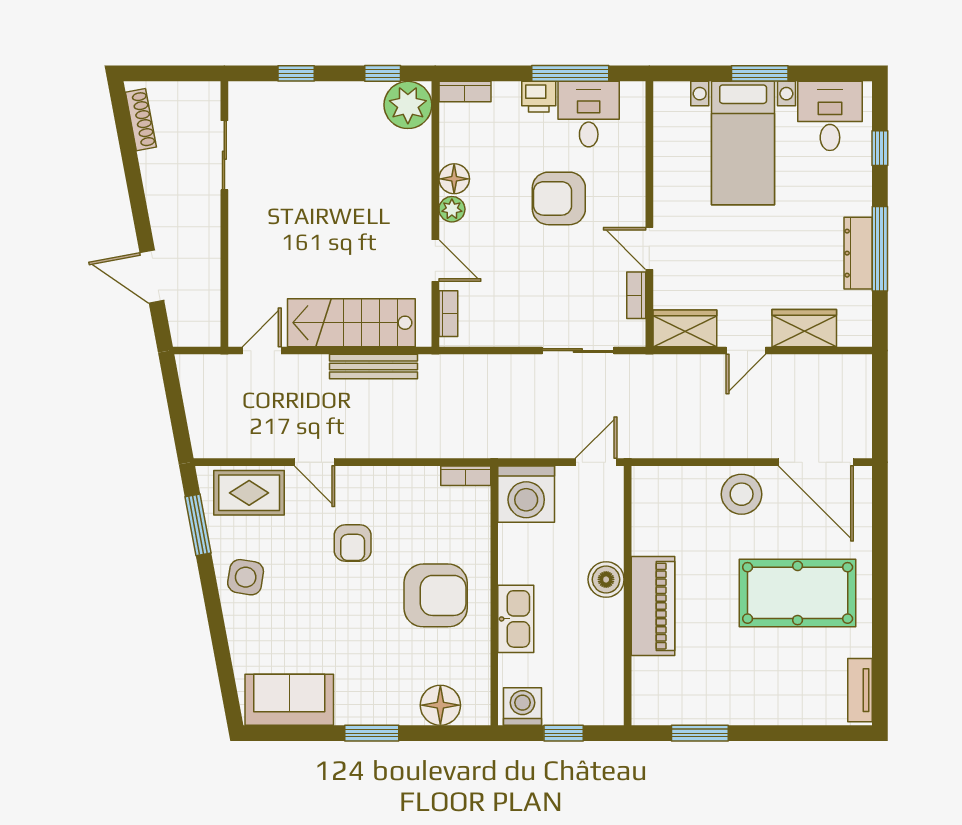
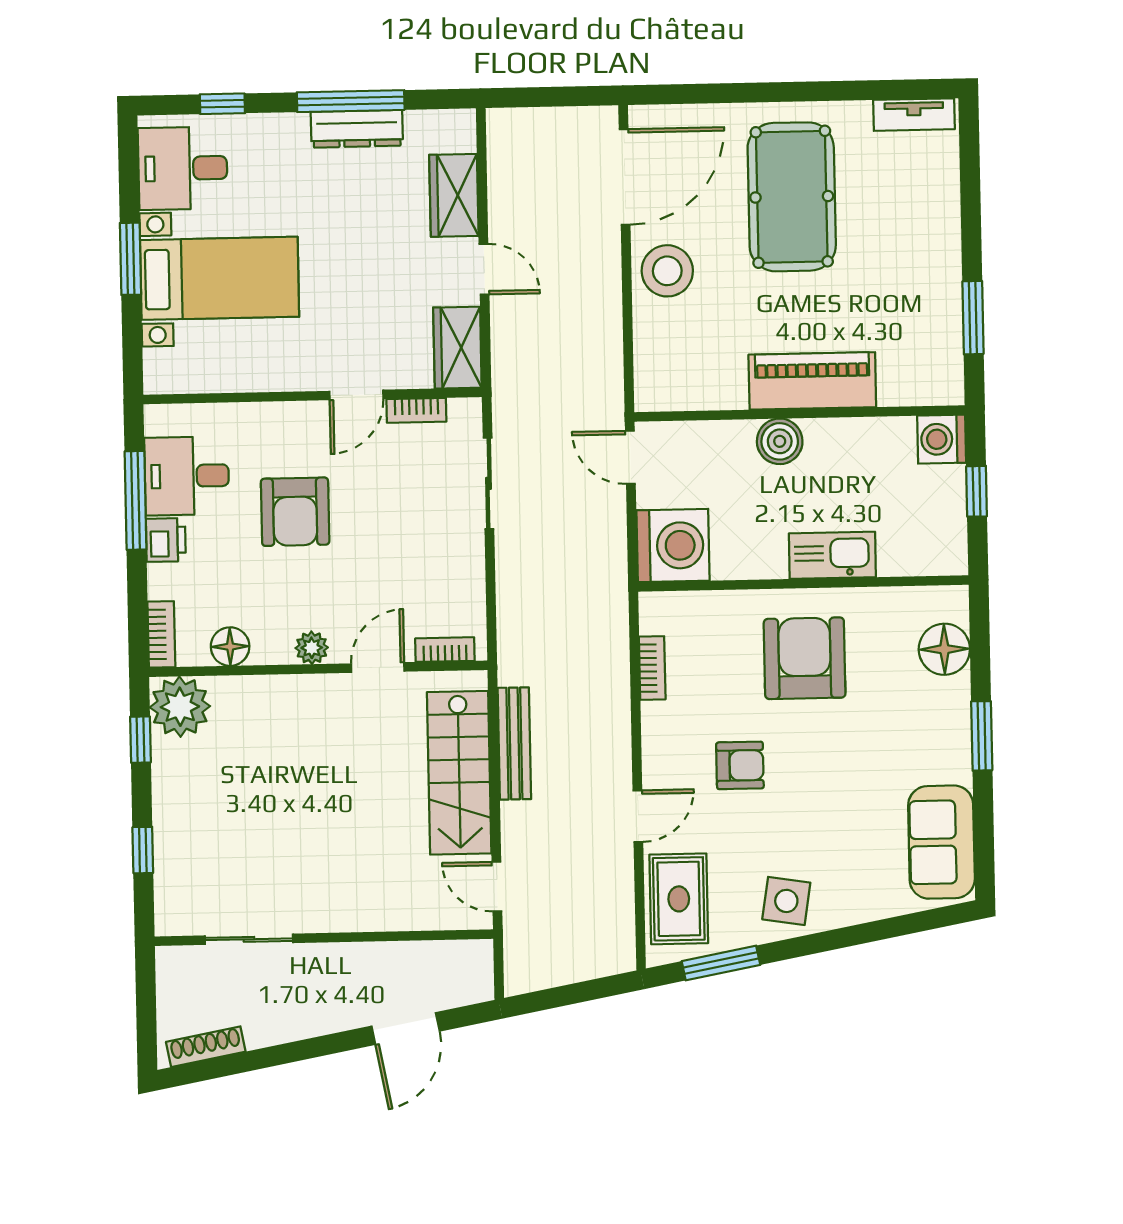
floor lamp: (454, 179) -> (230, 647), moved
bookcase: (466, 476) -> (652, 668), moved
washing machine: (522, 706) -> (942, 439), moved

